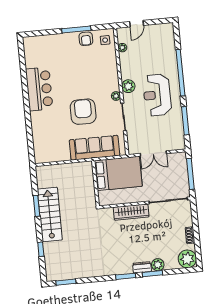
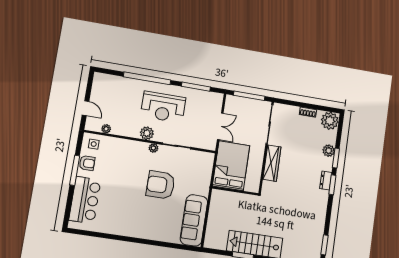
bar counter: (39, 89) -> (85, 200), moved, turned 90
sofa: (94, 148) -> (194, 220), moved
dresser: (142, 267) -> (326, 181), moved

